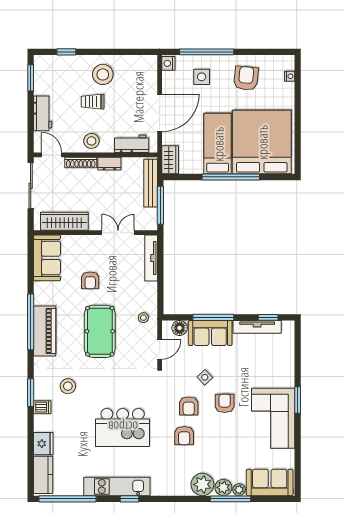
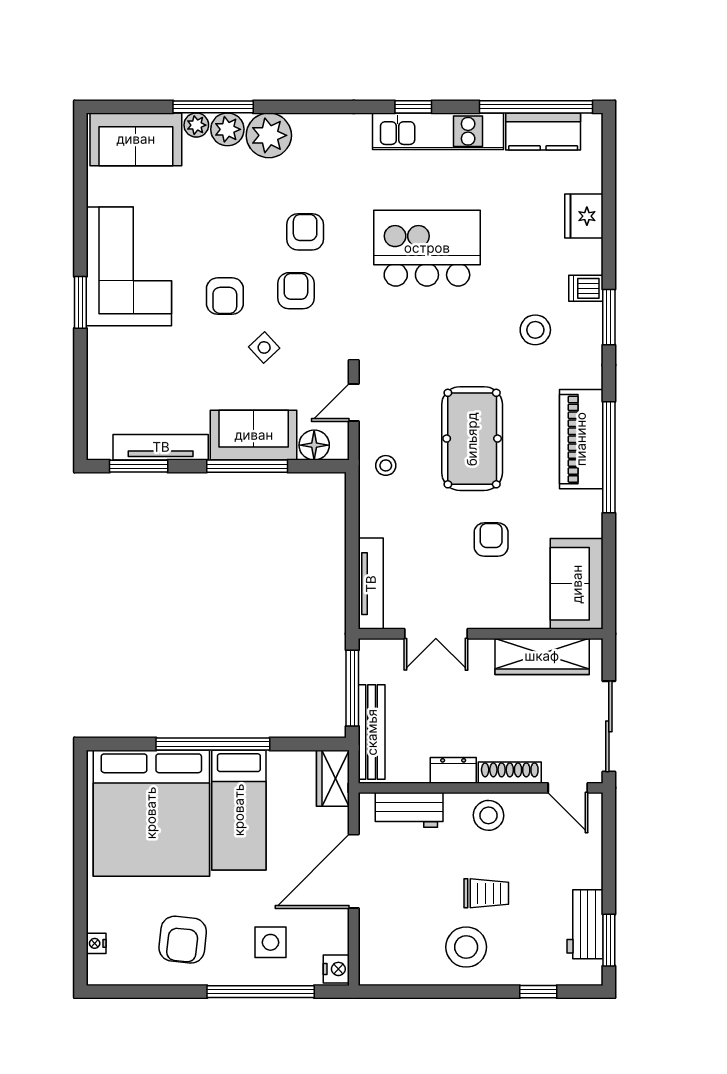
workbench: (43, 113) -> (585, 924), moved
window: (268, 317) -> (139, 466), width x1.50
kitchen counter: (43, 475) -> (543, 132), moved, turned -90

